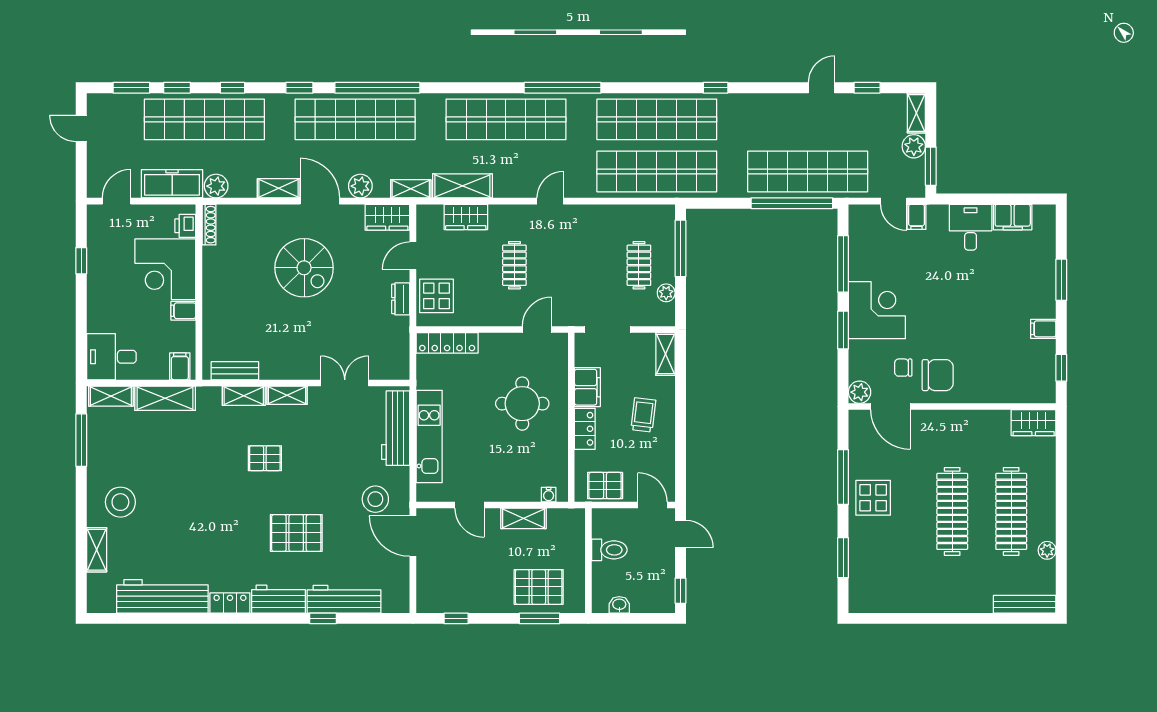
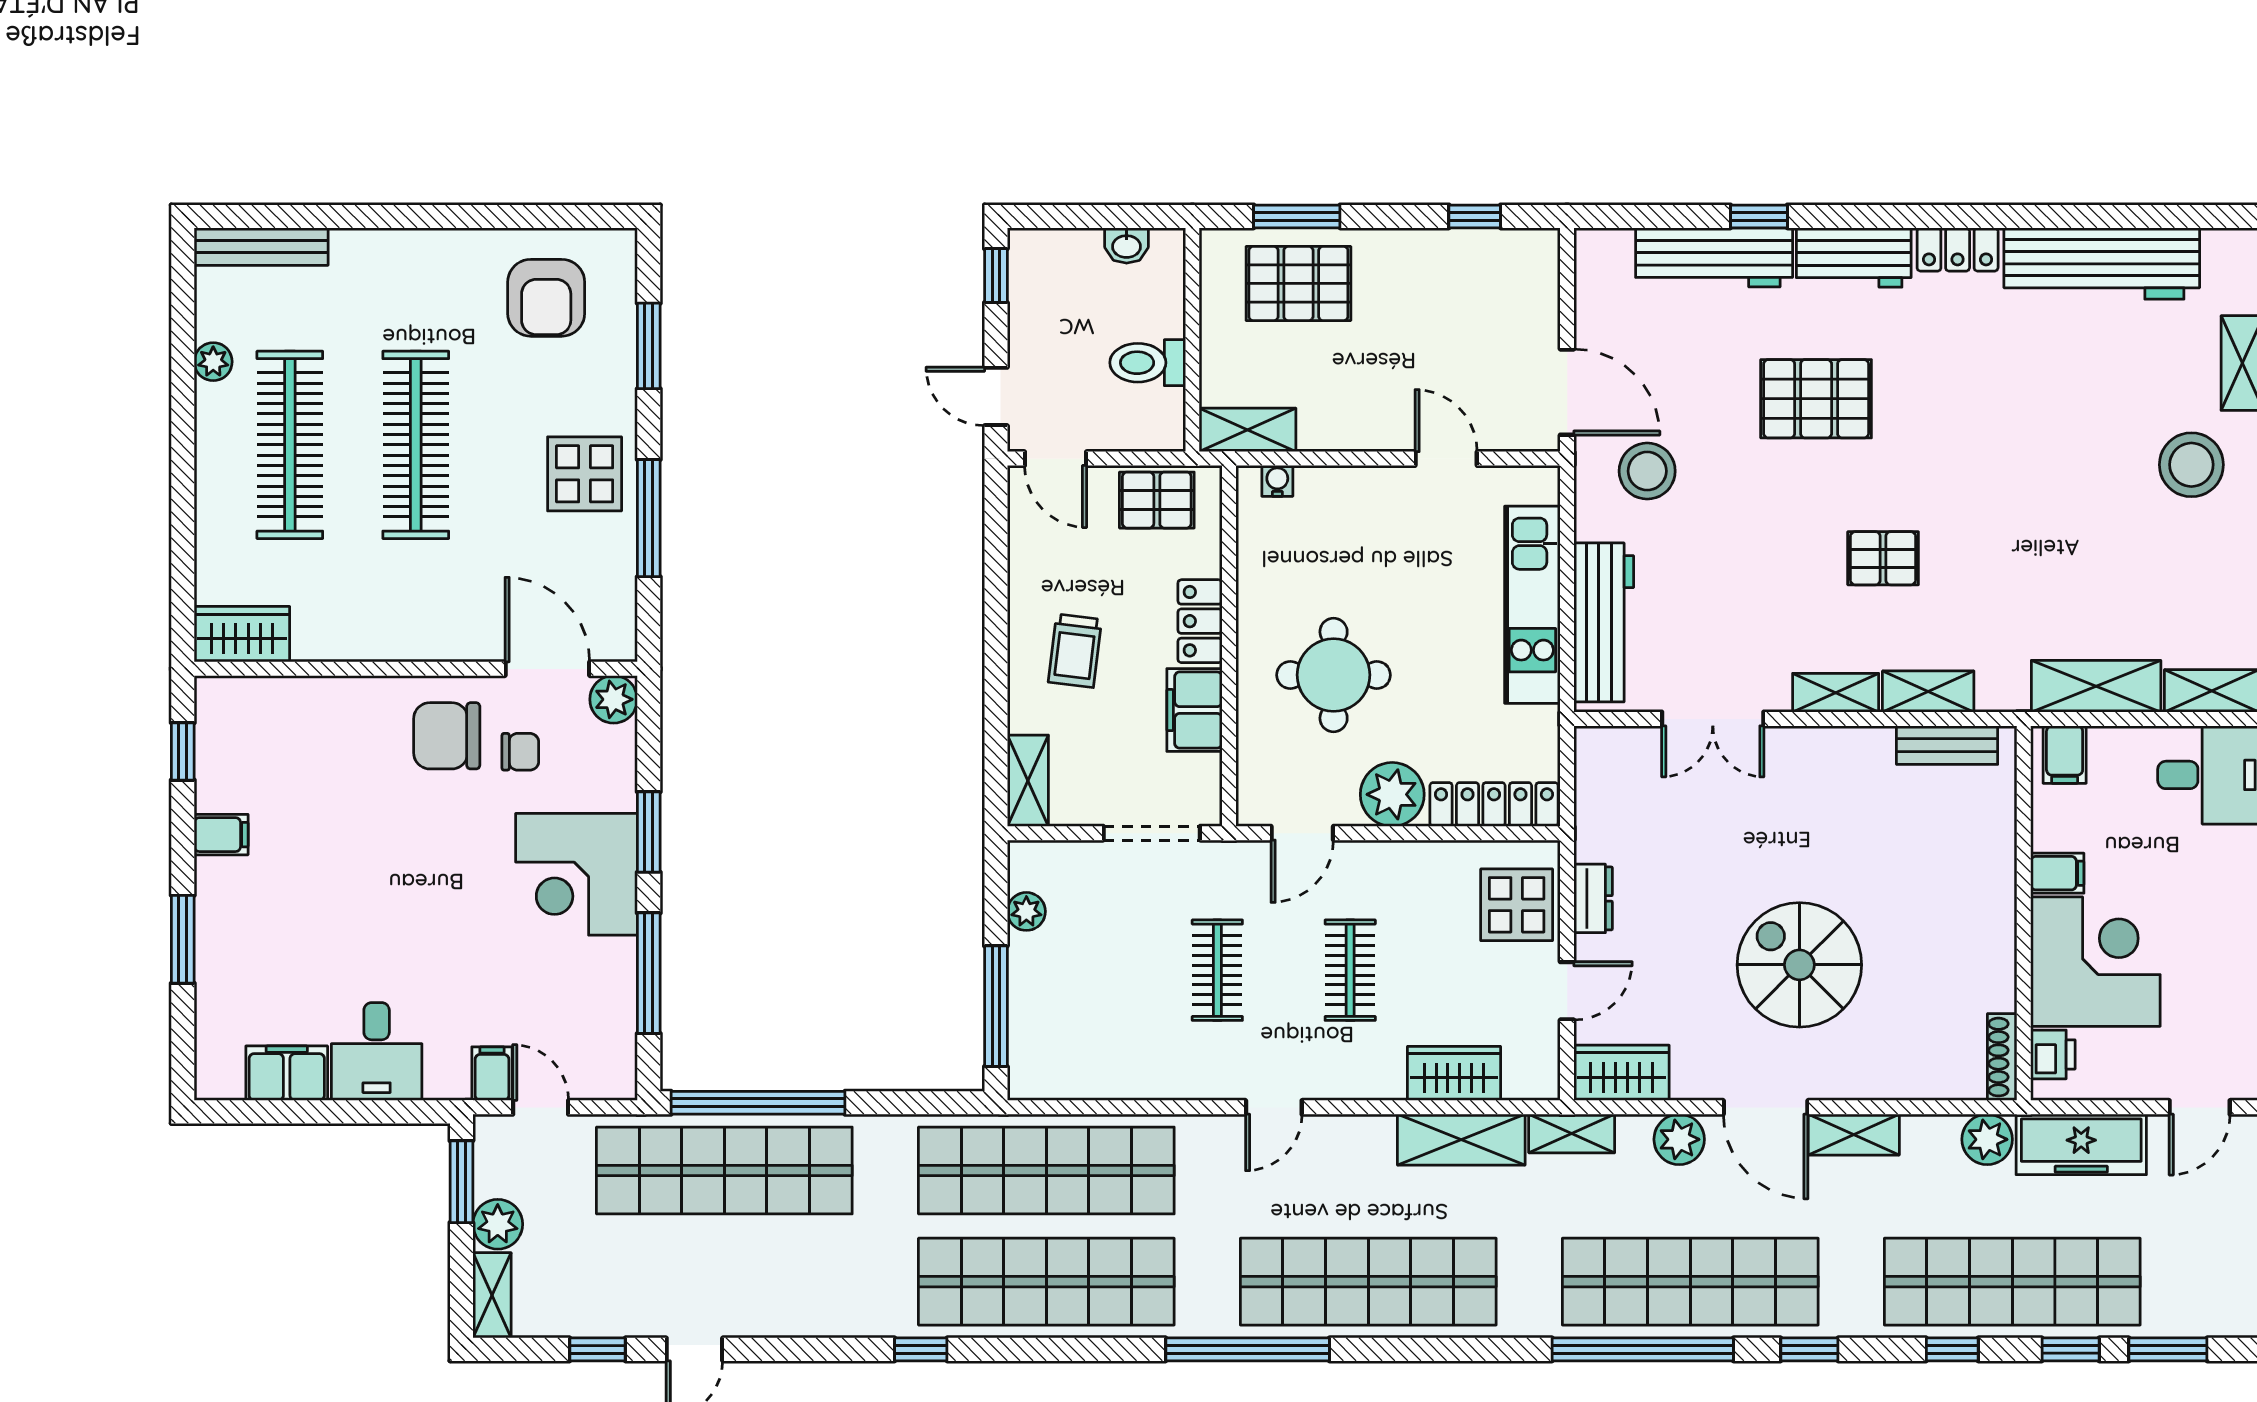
clothes rail: (639, 265) -> (1217, 970), moved
plant: (495, 348) -> (1392, 794), added
shelving: (524, 518) -> (1248, 430), moved
armchair: (891, 580) -> (546, 298), added

